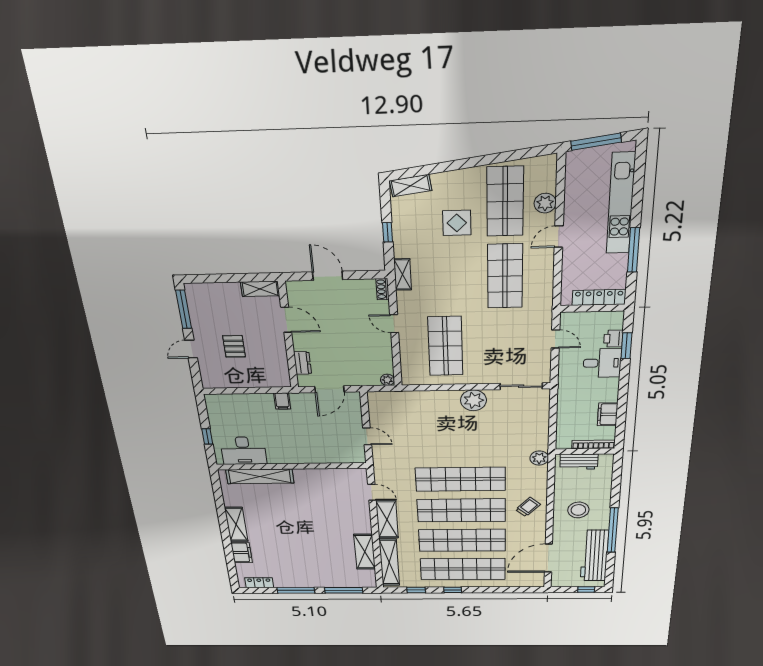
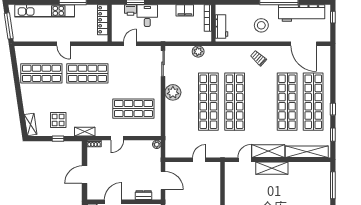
plant: (545, 203) -> (43, 52), removed
display table: (457, 223) -> (58, 120), moved
plant: (539, 458) -> (198, 52), moved
shop shelf: (461, 510) -> (208, 102), moved
shelving: (365, 552) -> (272, 168), moved

